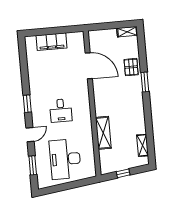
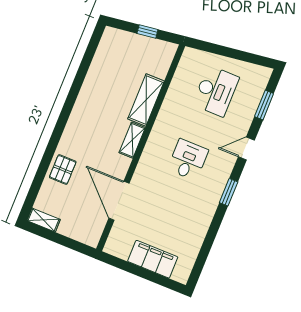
window: (145, 82) -> (54, 140), removed
shelving: (142, 145) -> (132, 140), moved
desk: (65, 159) -> (216, 91), width x0.73, depth x0.77

